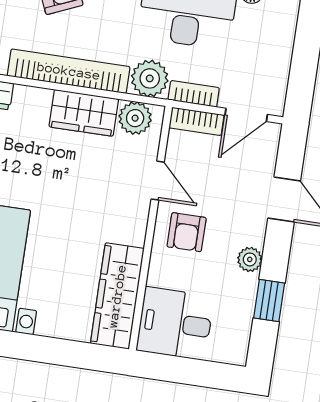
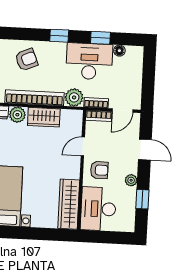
plant: (135, 118) -> (17, 115), moved
door: (158, 181) -> (83, 146), swing flipped
armchair: (187, 232) -> (99, 170), turned -90
desk: (175, 323) -> (98, 209), width x1.37

